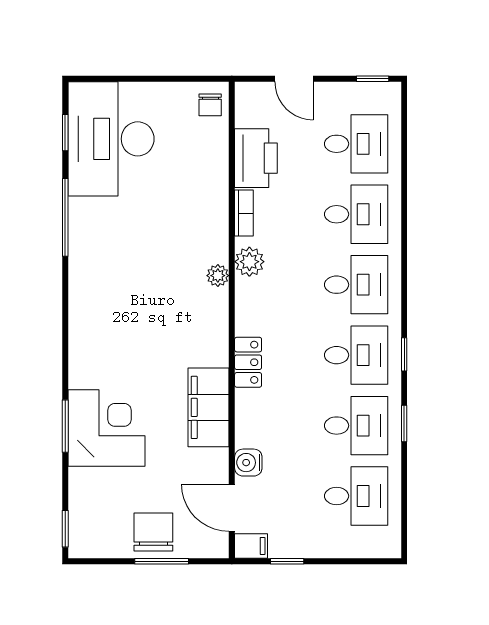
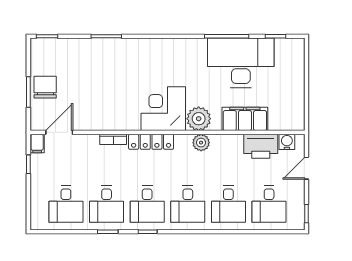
chair: (210, 105) -> (291, 120), removed
desk: (111, 139) -> (241, 63), moved
bookcase: (244, 213) -> (113, 139), moved
plant: (218, 276) -> (199, 119), width x1.88, depth x1.88
locker: (248, 362) -> (151, 142), width x1.53
filing cabinet: (208, 407) -> (245, 119), moved
corner desk: (106, 428) -> (163, 109), moved, turned 180
water cooler: (248, 463) -> (287, 142), moved
chair: (153, 532) -> (45, 87), turned -90

